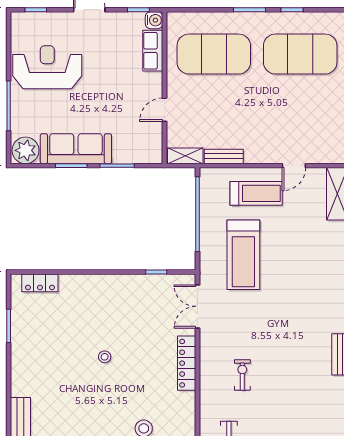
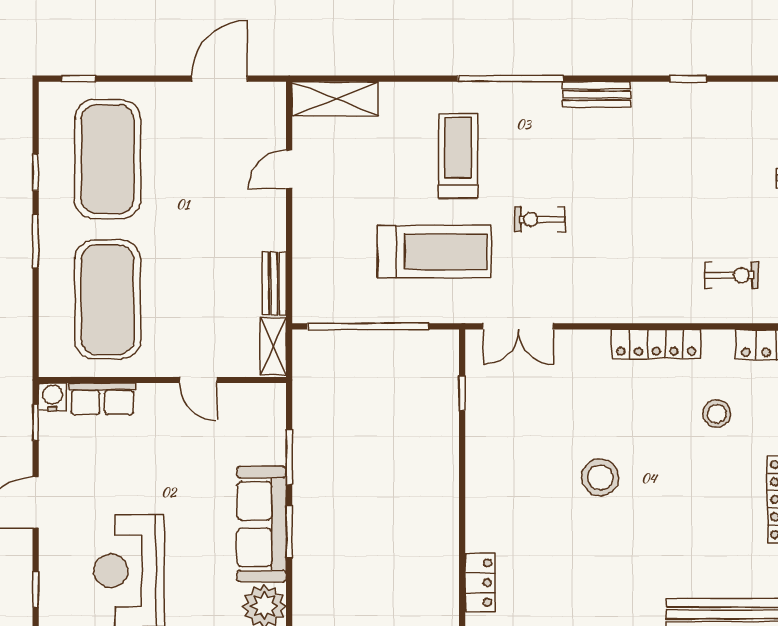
door: (294, 166) -> (289, 169), swing flipped
treadmill: (256, 193) -> (458, 156), moved
stool: (105, 357) -> (600, 477), width x1.89, depth x1.89
locker: (187, 363) -> (656, 344), moved
exercise bike: (242, 375) -> (540, 219), moved

